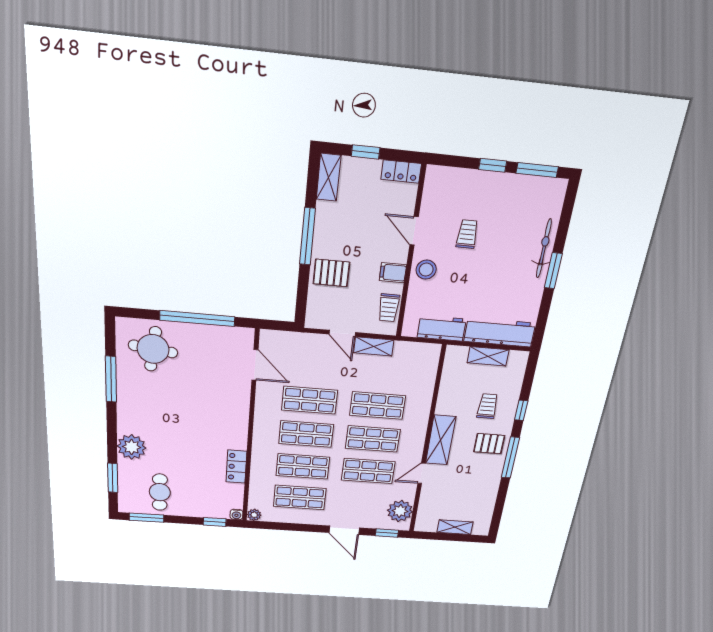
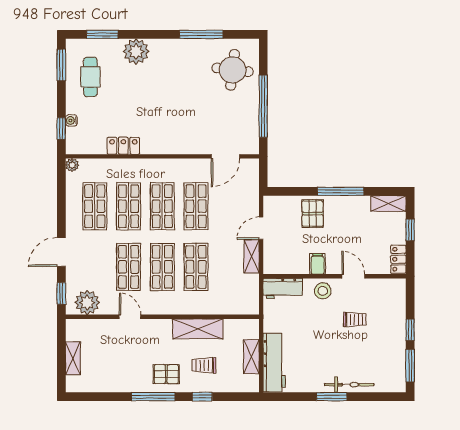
door: (414, 231) -> (353, 276), hinge flipped
trolley: (389, 308) -> (287, 265), removed
workbench: (442, 328) -> (283, 288), moved, turned 90
trolley: (487, 406) -> (204, 365), turned 180
shelving: (441, 440) -> (198, 329), moved
pallet: (489, 444) -> (166, 374), turned 90
cafe table: (160, 492) -> (90, 77), turned 90
water cooler: (236, 514) -> (71, 120), moved

